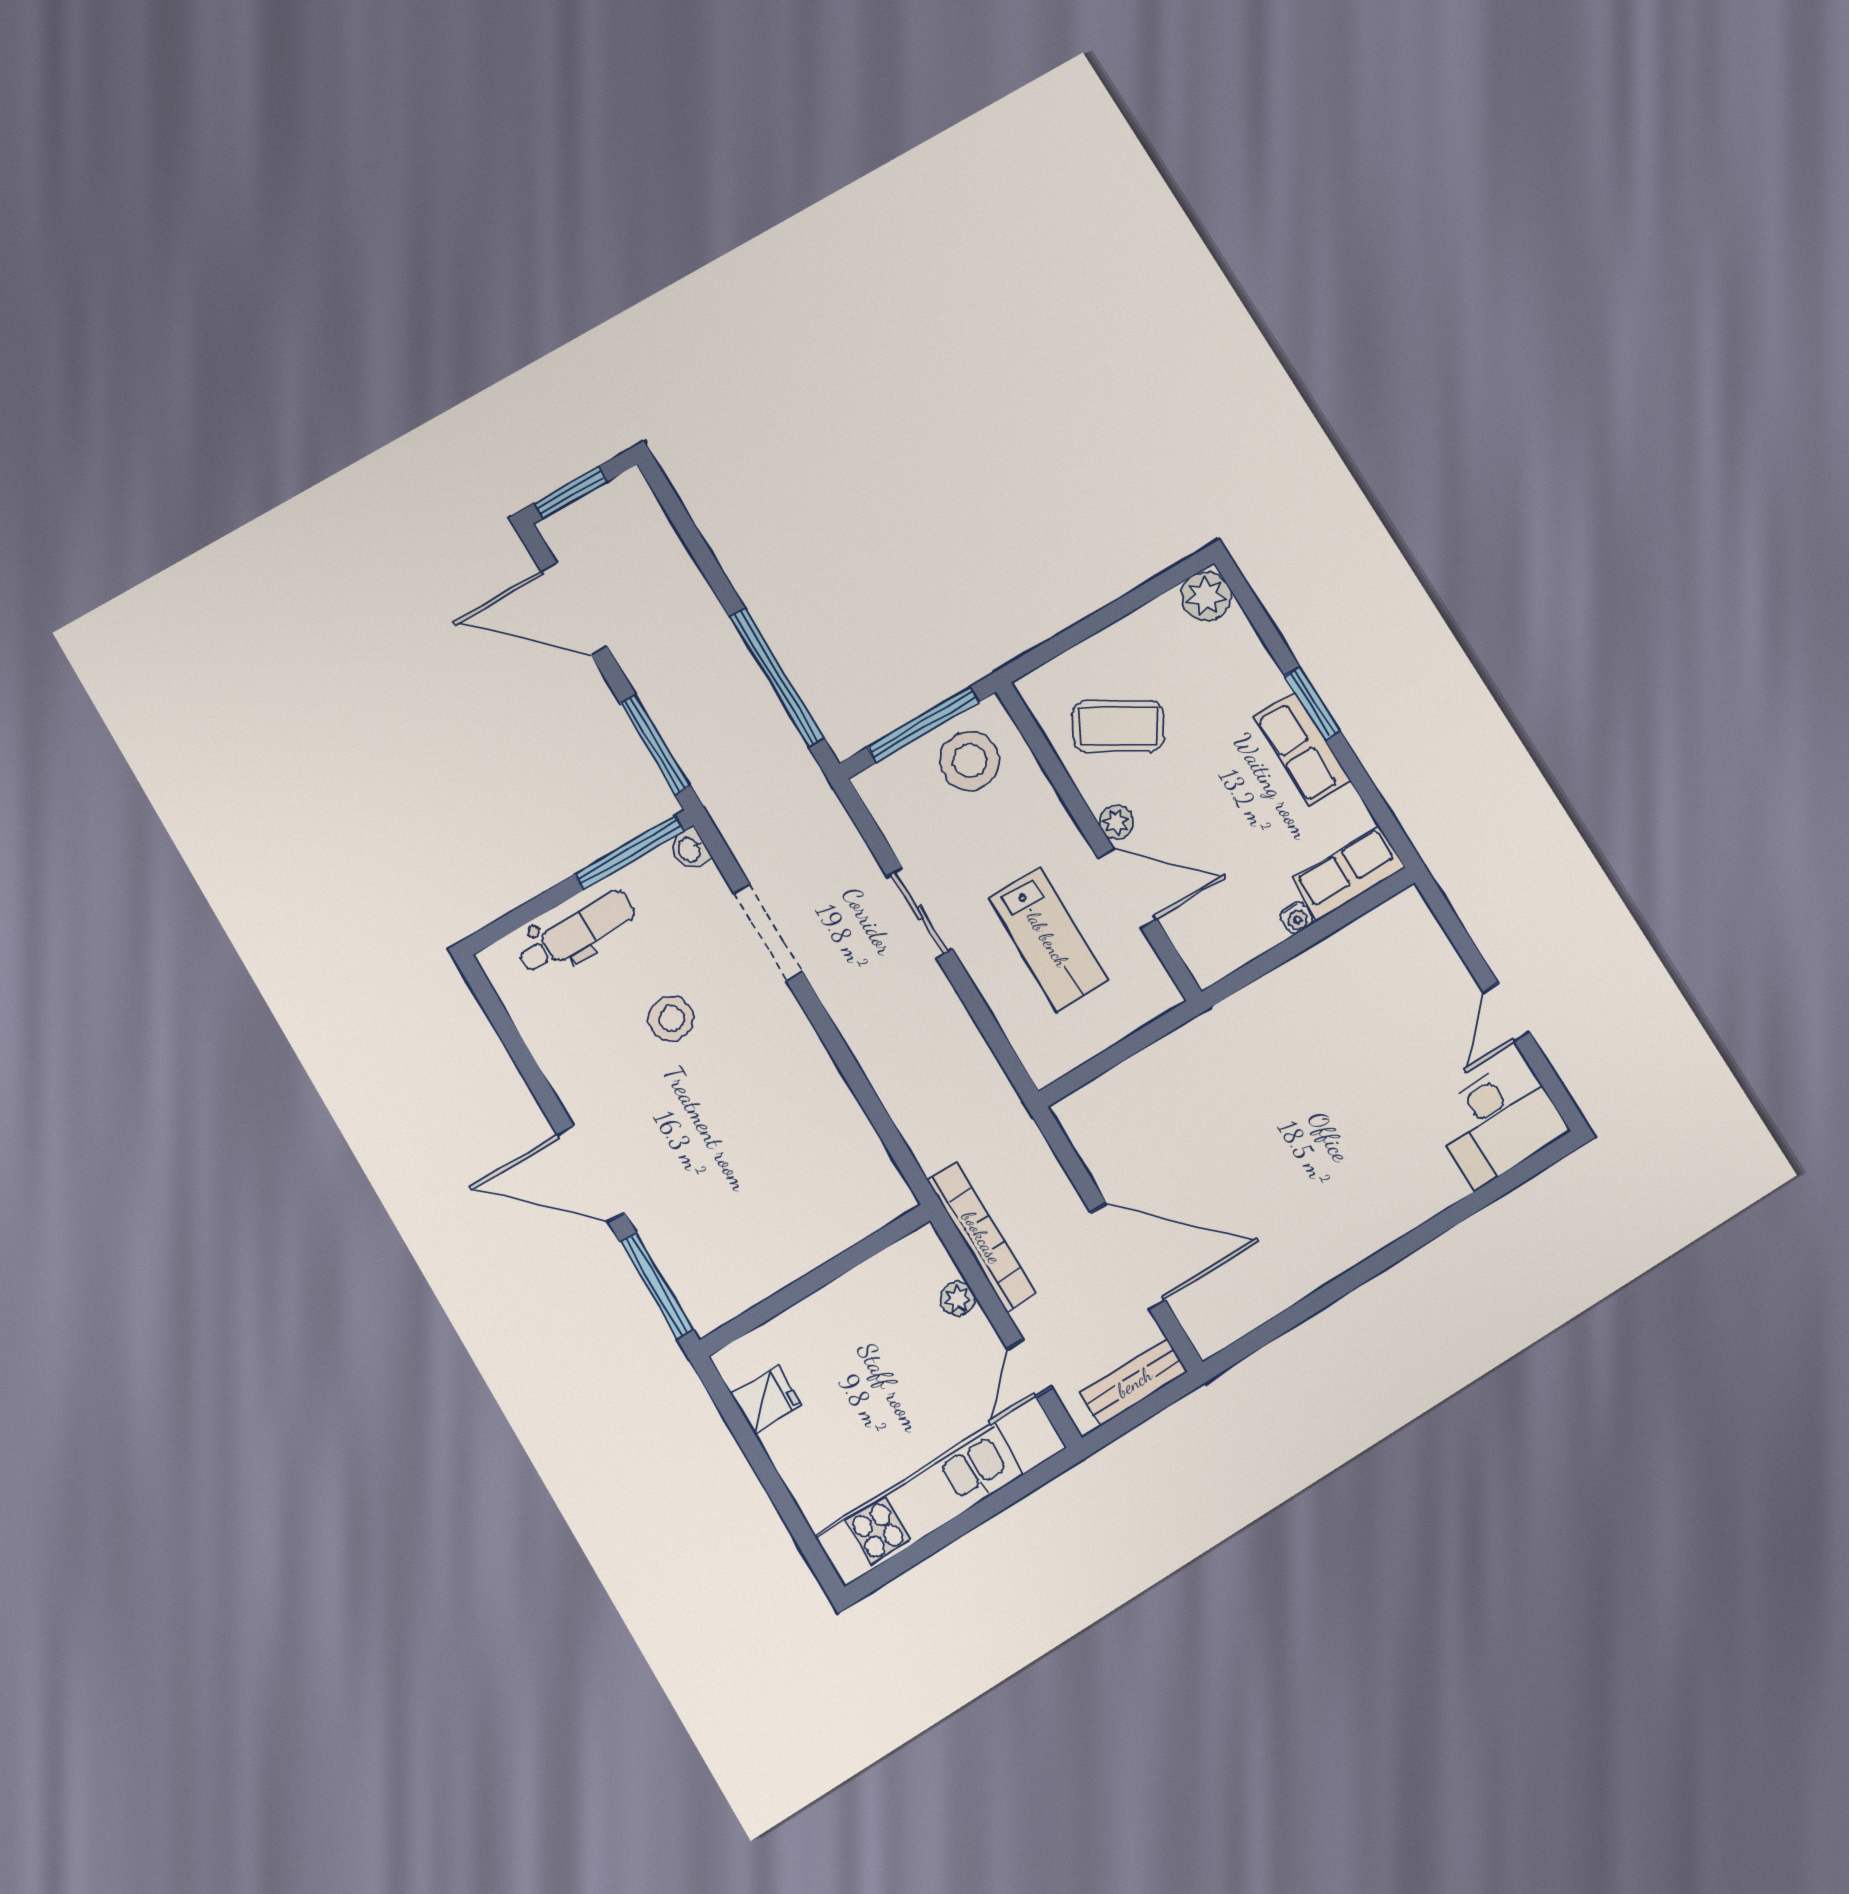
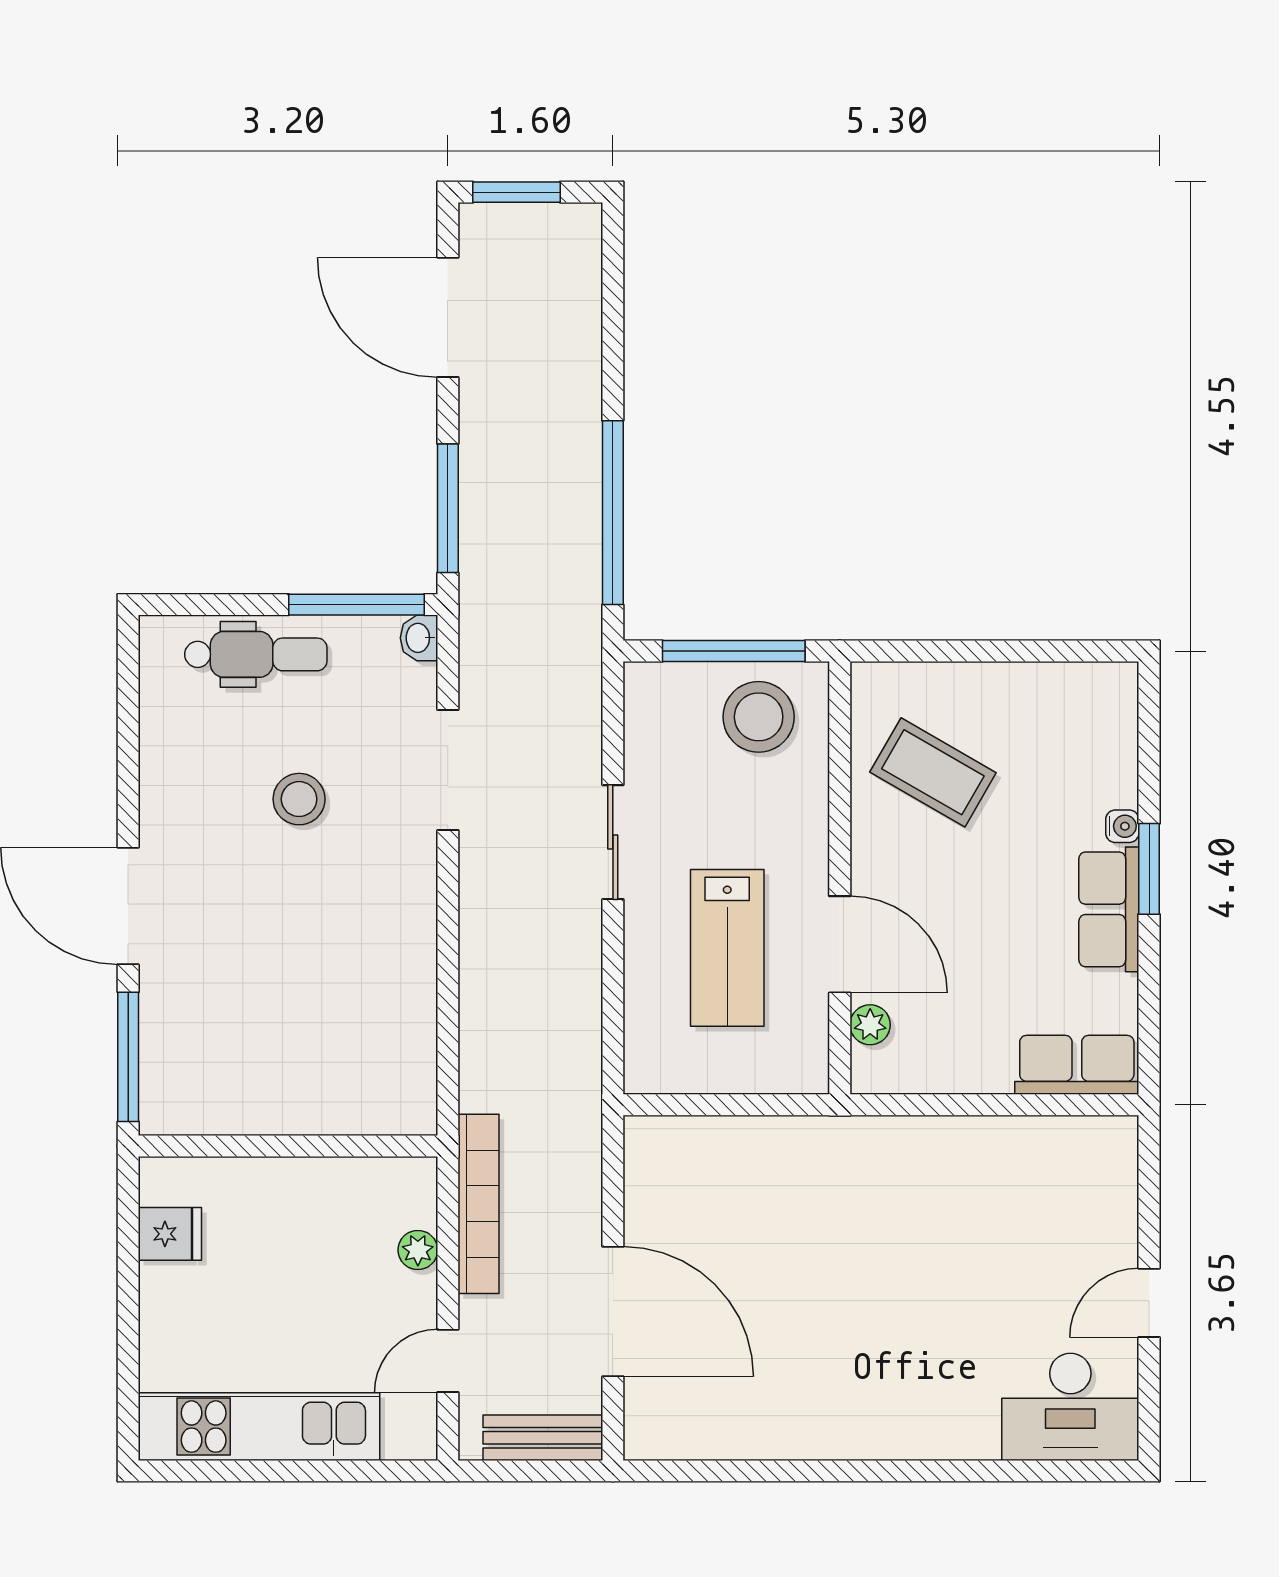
plant: (1206, 596) -> (1109, 691), removed
plant: (1116, 822) -> (870, 1025), moved
water cooler: (1297, 918) -> (1122, 826), moved, turned -90

